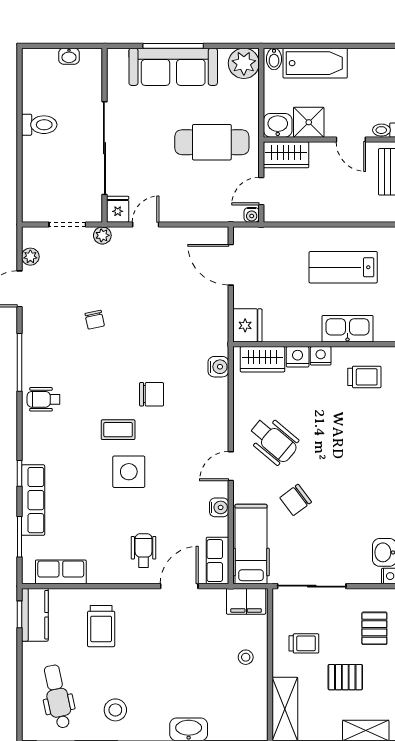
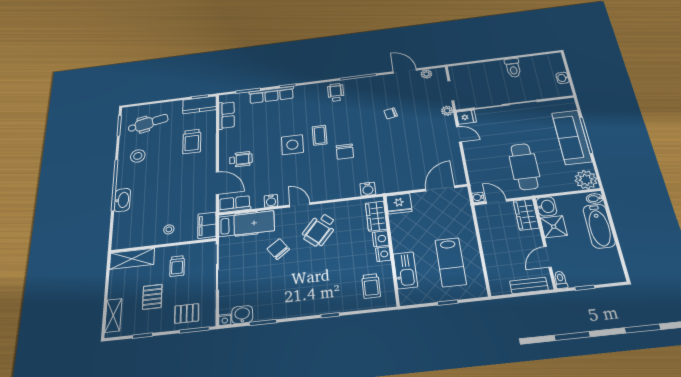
lab bench: (343, 267) -> (451, 262), turned 180
trolley: (101, 626) -> (192, 141), turned -90

